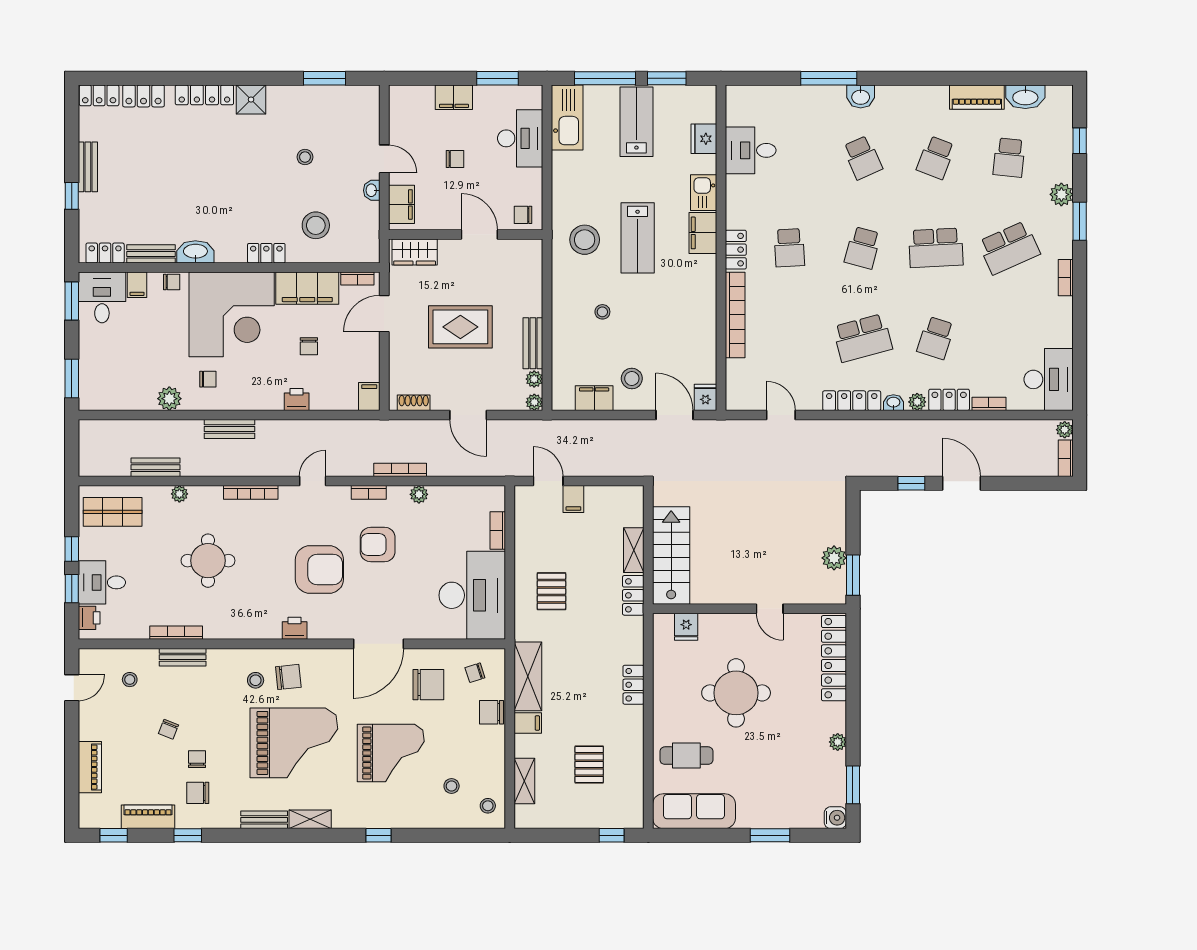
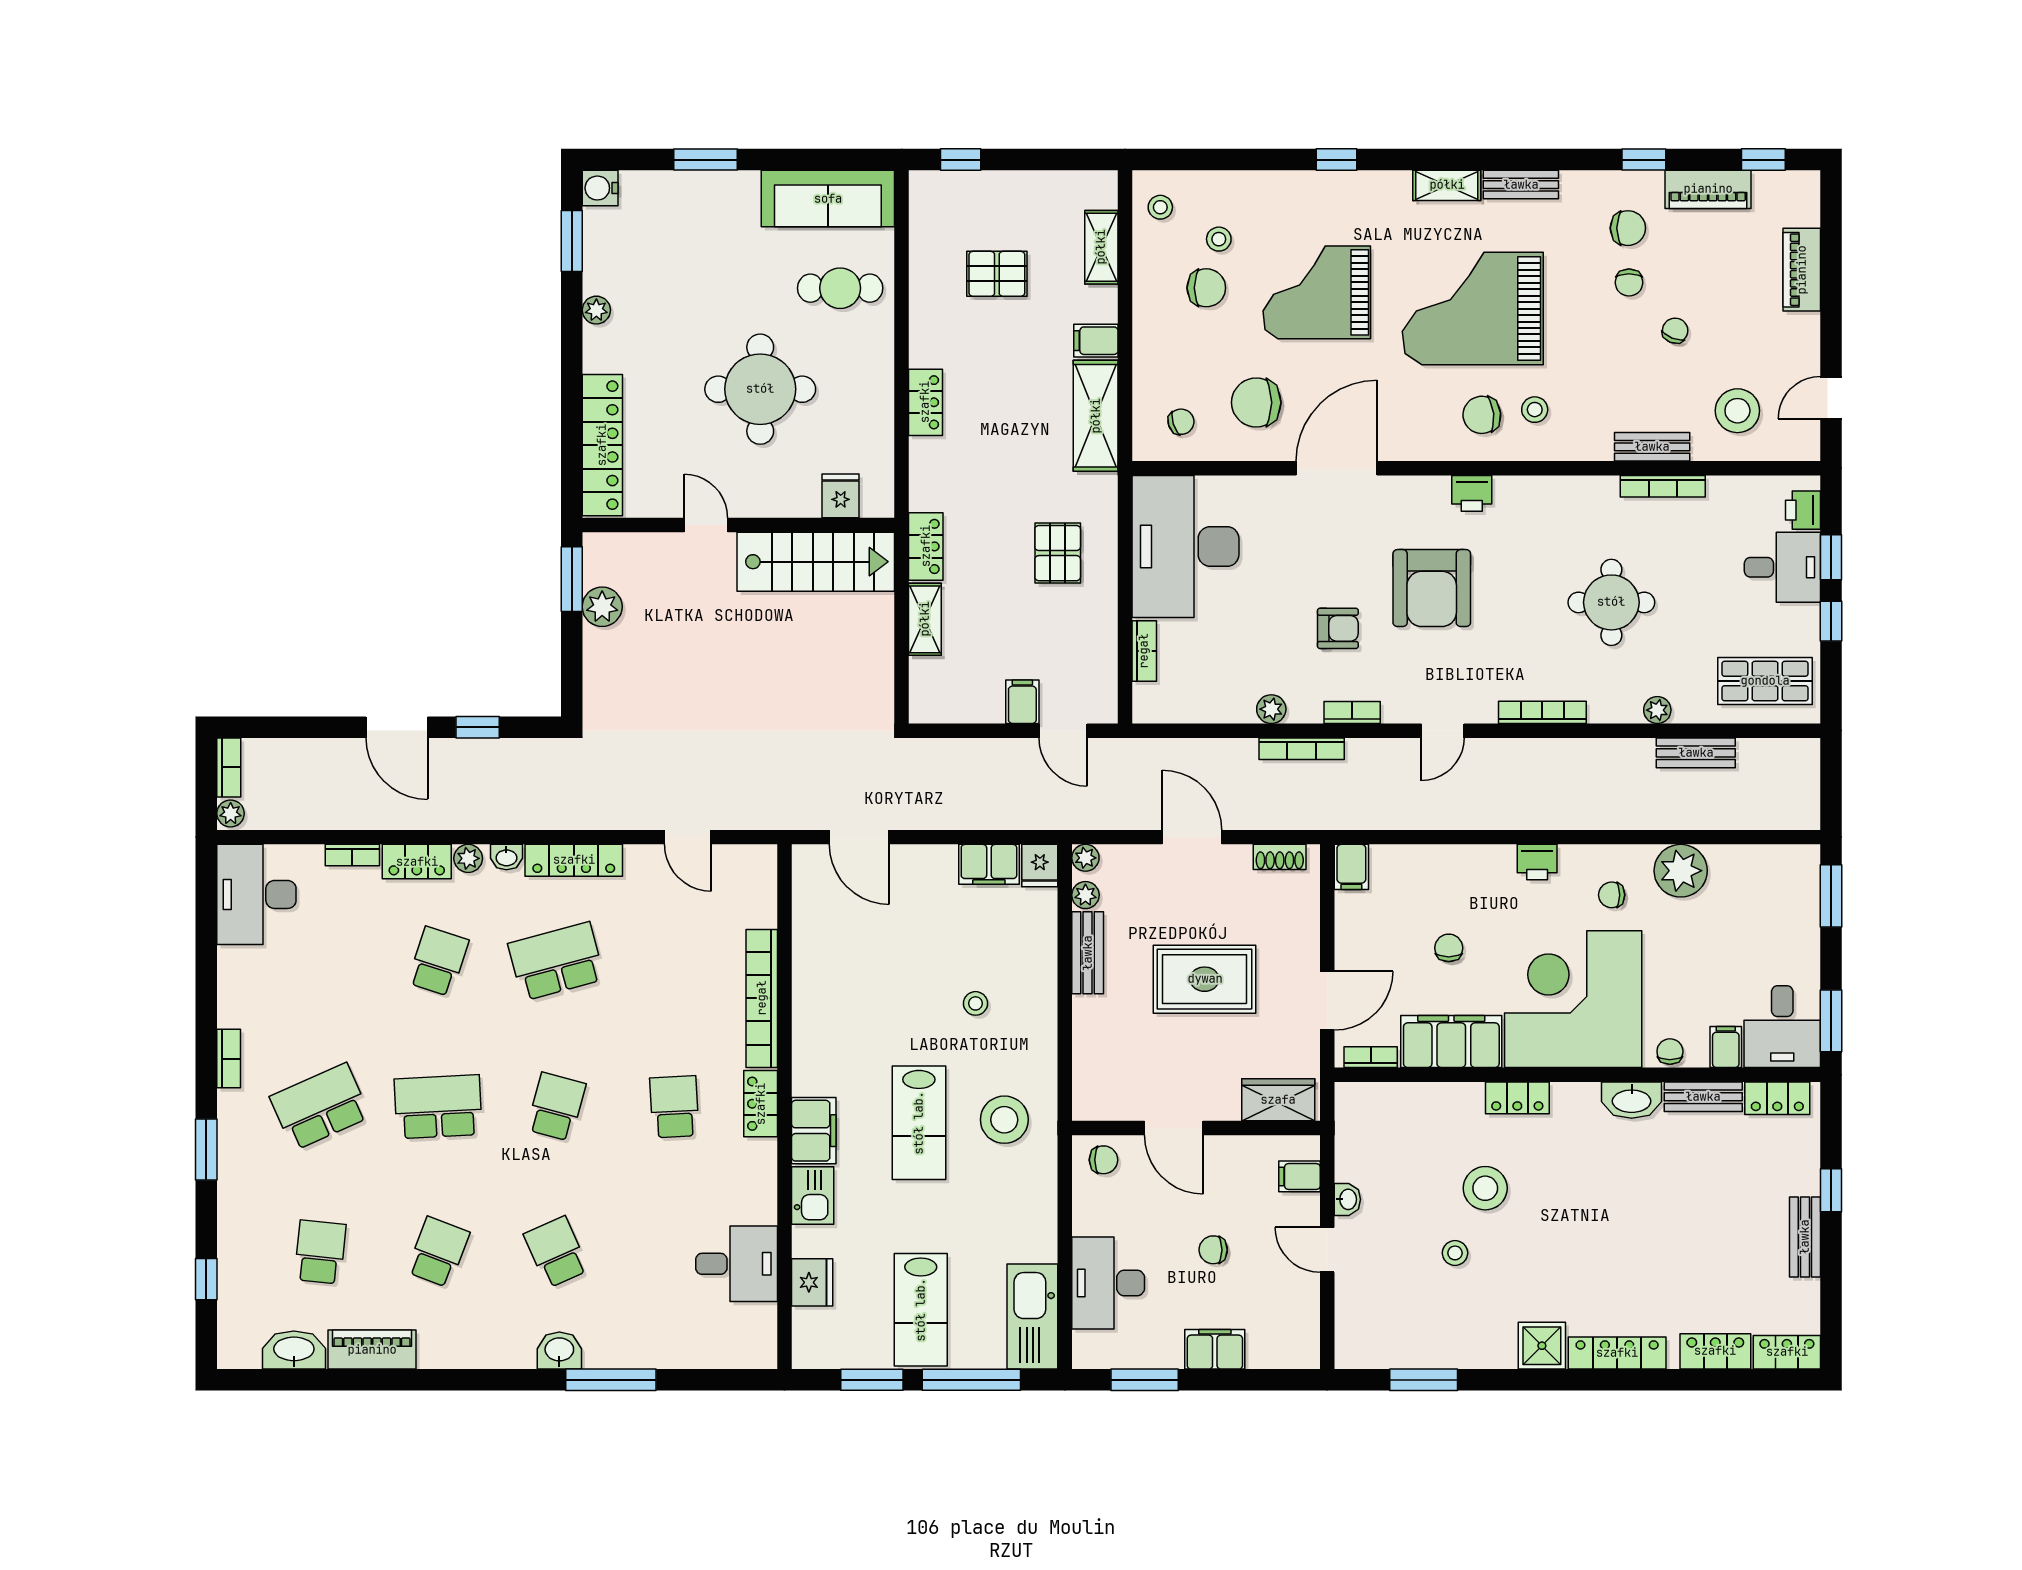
plant: (1061, 194) -> (236, 1193), removed
filing cabinet: (401, 204) -> (1299, 1176), width x0.50
stool: (316, 225) -> (1485, 1188), moved
lab bench: (638, 238) -> (919, 1123), turned 180
chair: (172, 282) -> (1670, 1051), turned 90
stool: (632, 378) -> (928, 896), removed
fridge: (705, 397) -> (1040, 866), moved
plant: (169, 399) -> (1681, 871), width x1.36, depth x1.36
printer: (297, 400) -> (1537, 862), moved
bench: (230, 429) -> (1577, 815), removed
armchair: (378, 545) -> (1338, 628), width x0.72, depth x0.72
stairs: (671, 555) -> (816, 562), moved, turned -90
armchair: (319, 570) -> (1432, 588), turned -90
stool: (130, 680) -> (1737, 411), width x1.89, depth x1.89
chair: (491, 712) -> (1206, 288), moved
pallet: (589, 764) -> (997, 274), turned 90

